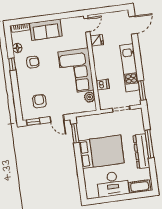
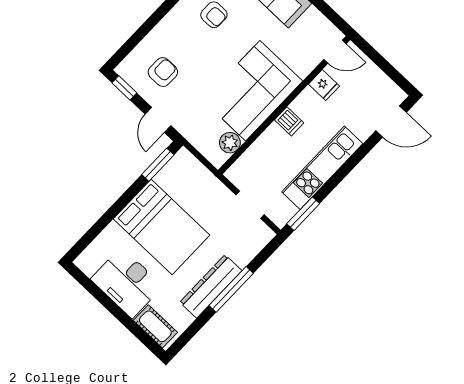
dishwasher: (103, 85) -> (289, 121), moved

